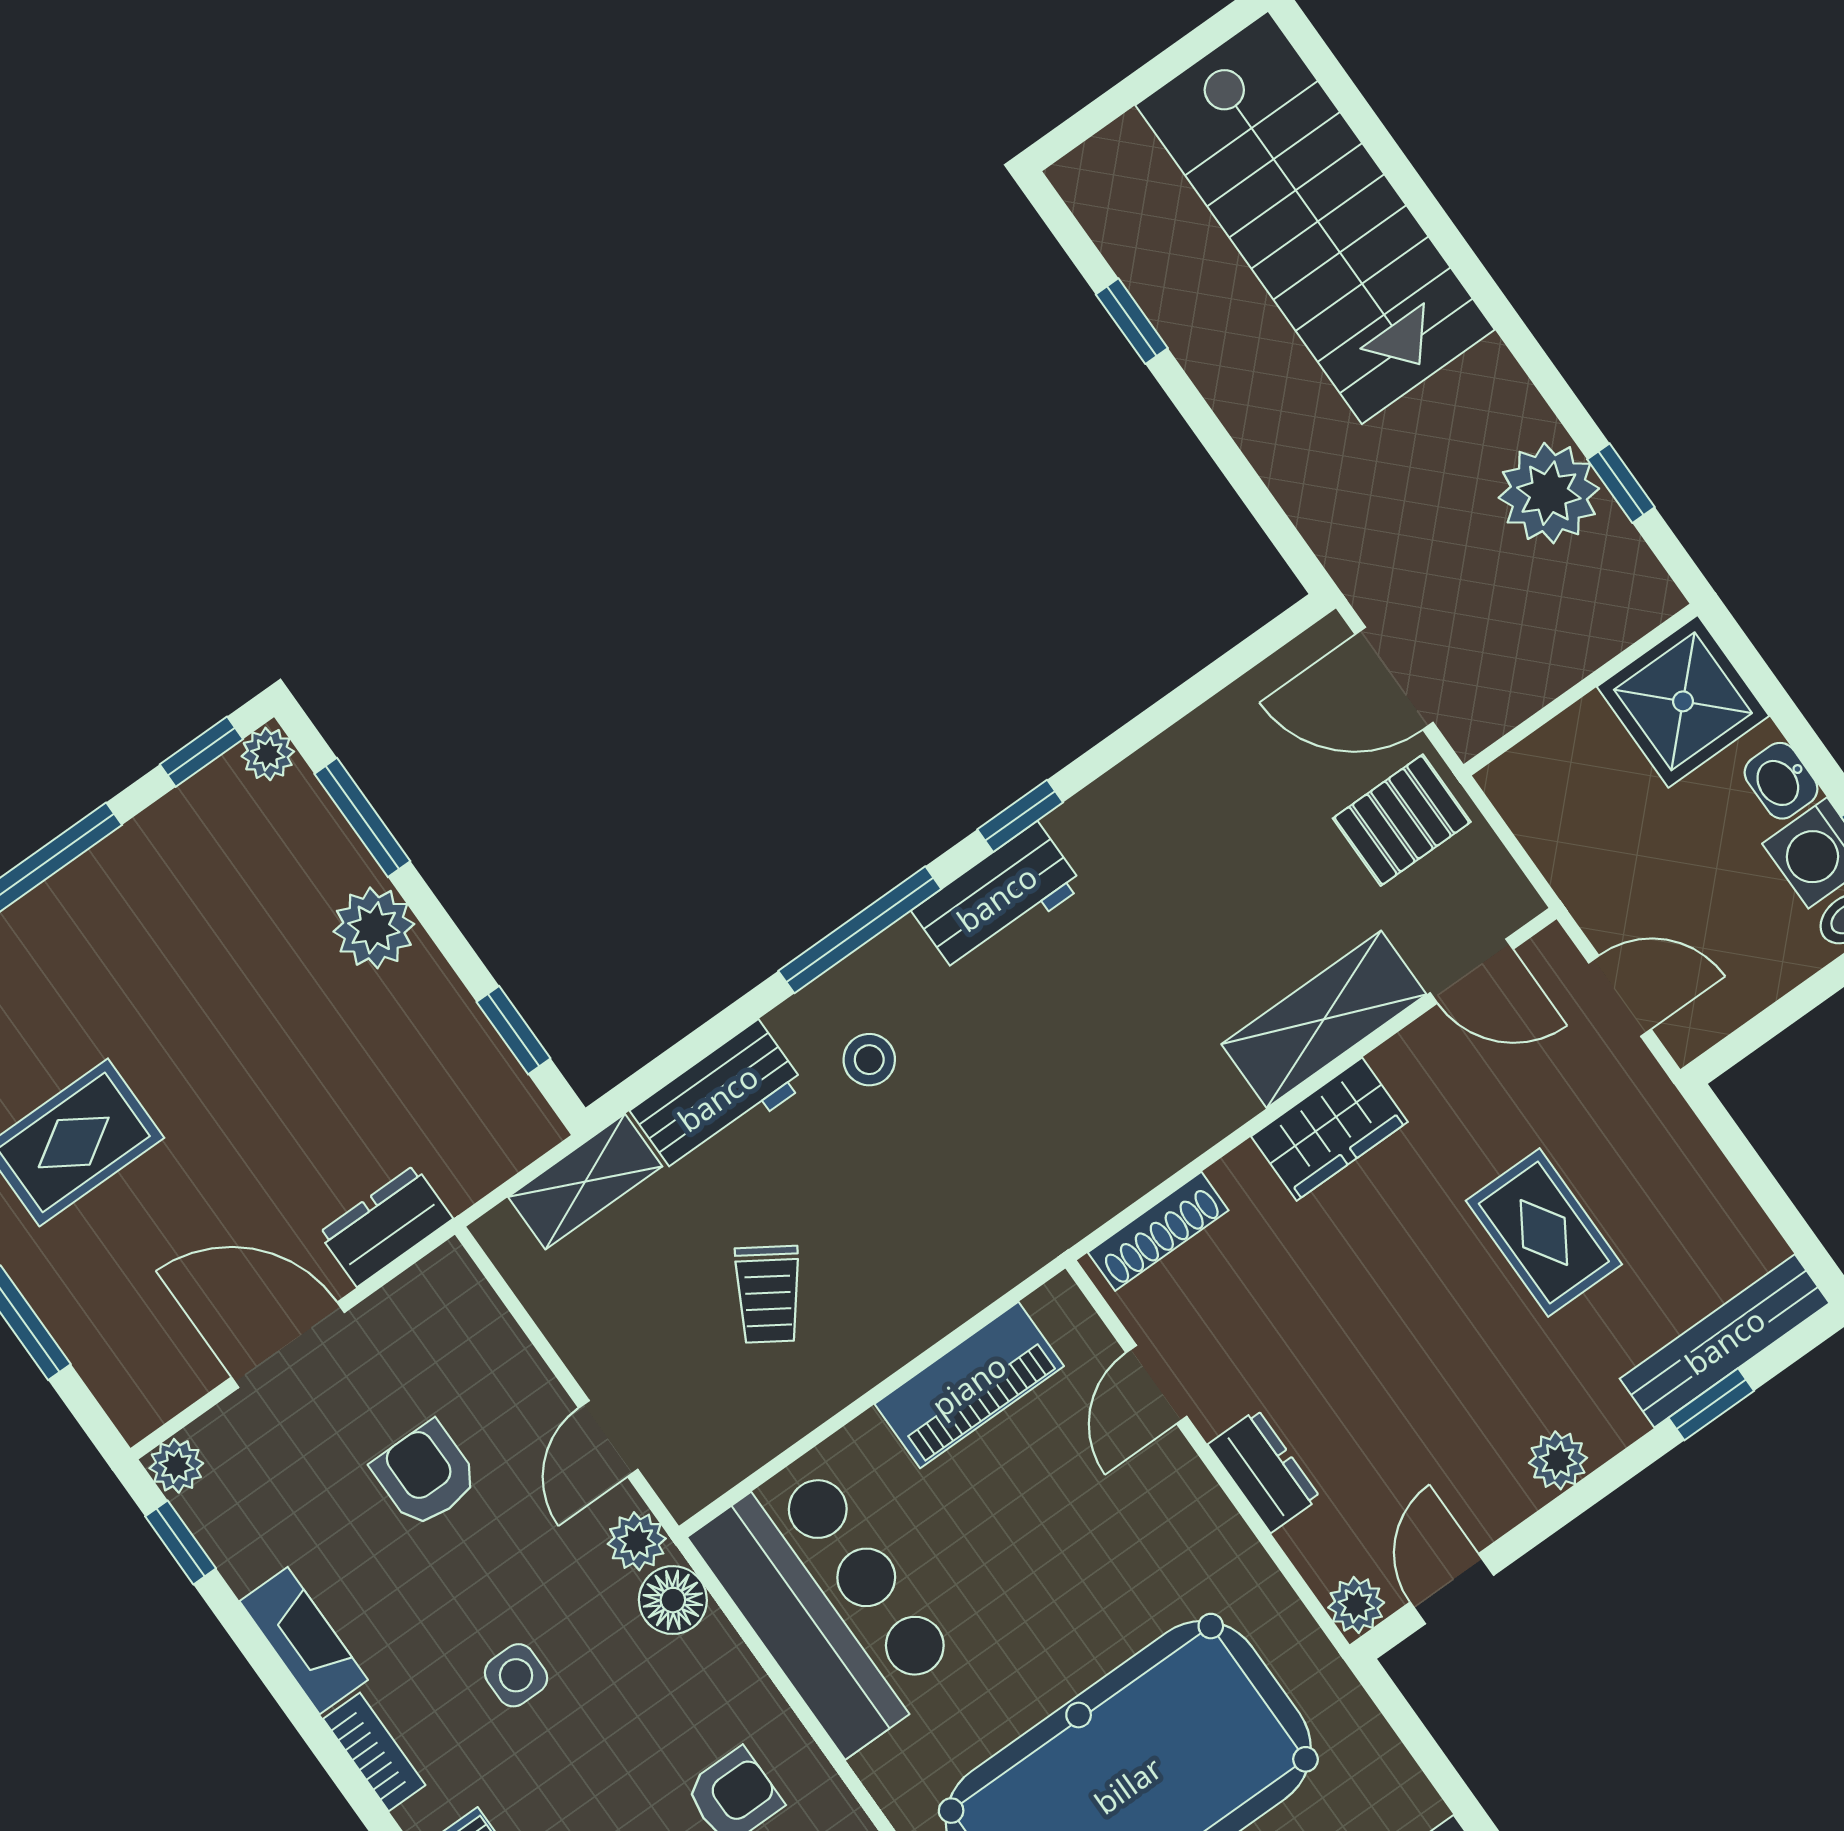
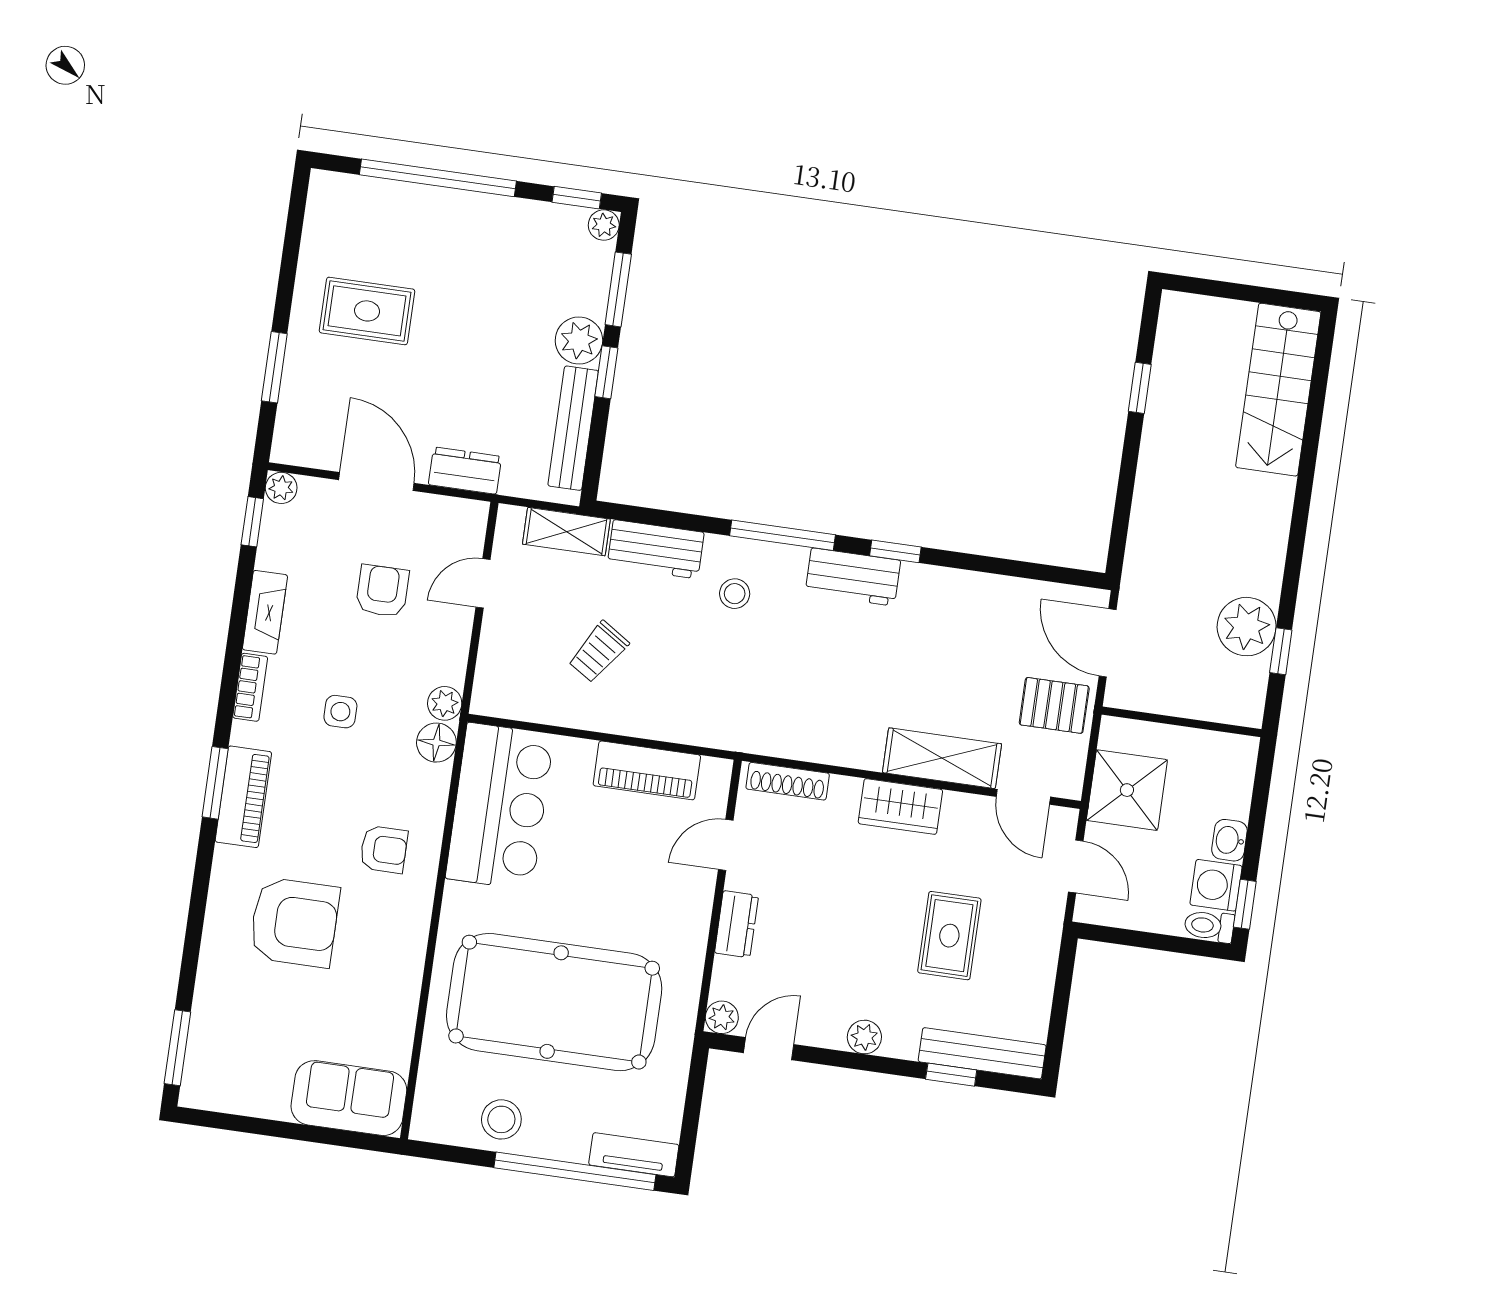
stairs: (1315, 217) -> (1278, 390), width x0.73, depth x0.66
shower: (1683, 701) -> (1127, 790), moved
window: (514, 1030) -> (606, 372), moved
bench: (471, 1044) -> (573, 428), added
door: (608, 1439) -> (483, 583), moved

